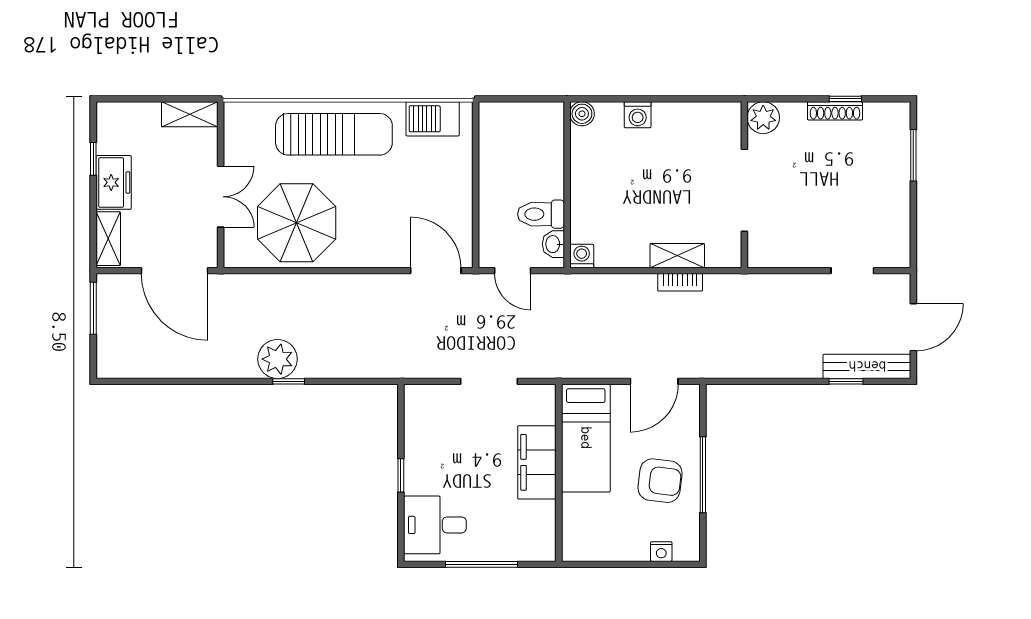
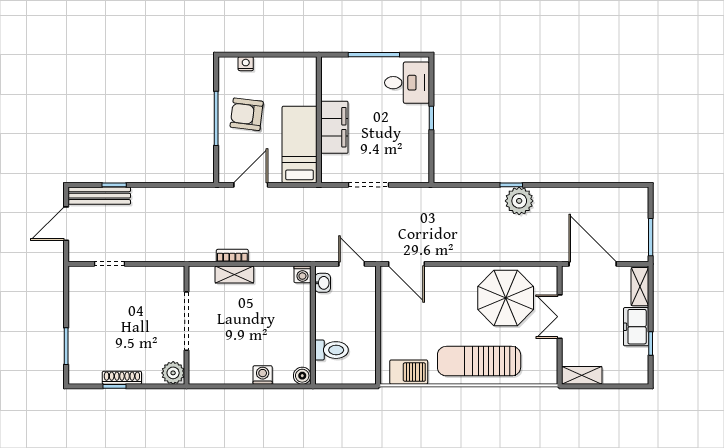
toilet: (541, 214) -> (332, 350), moved

